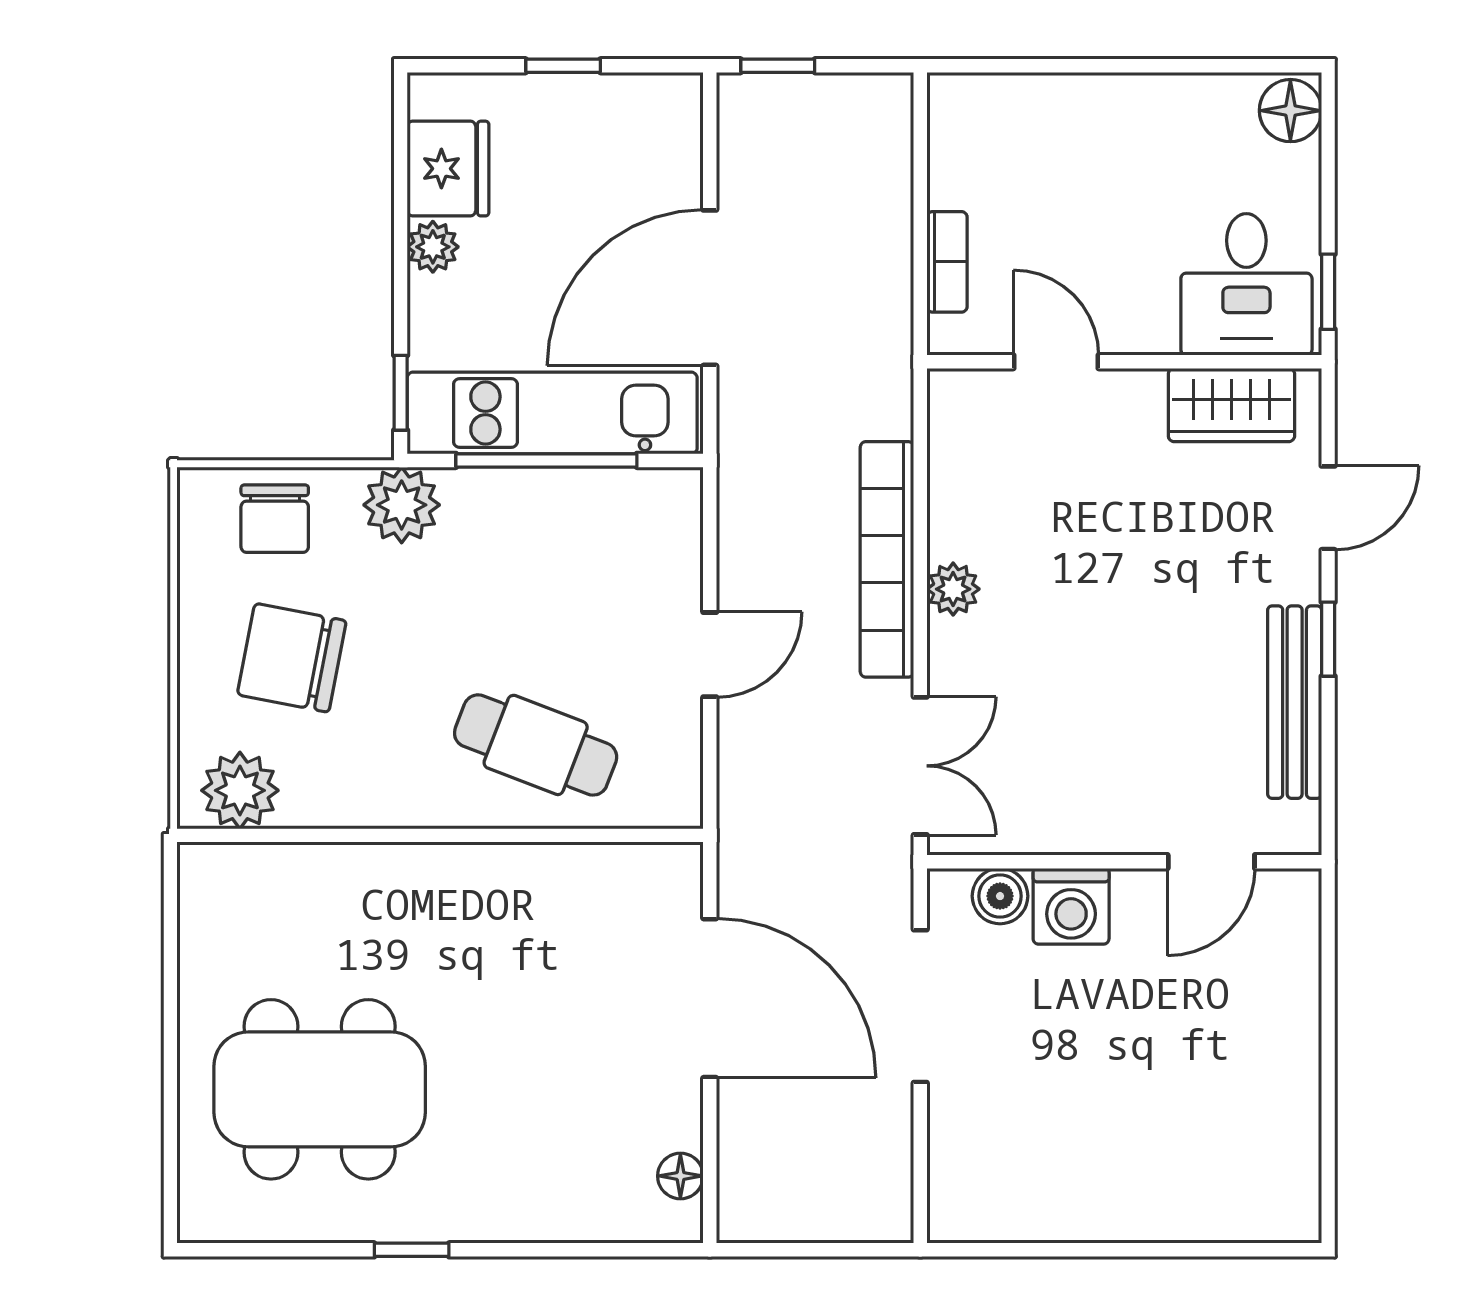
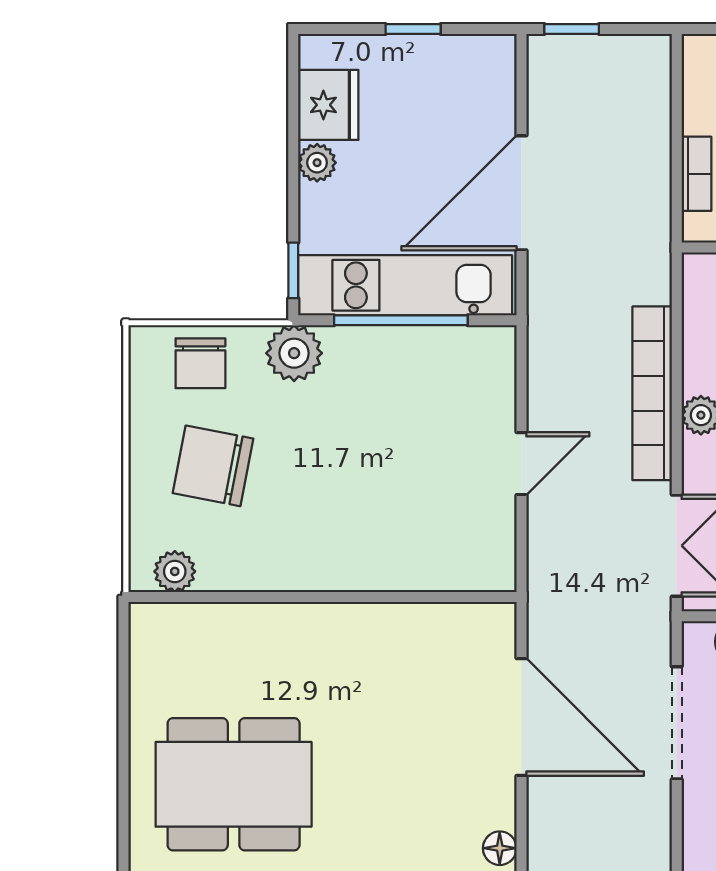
cafe table: (536, 745) -> (393, 530), removed
plant: (240, 790) -> (175, 571), width x0.73, depth x0.73

